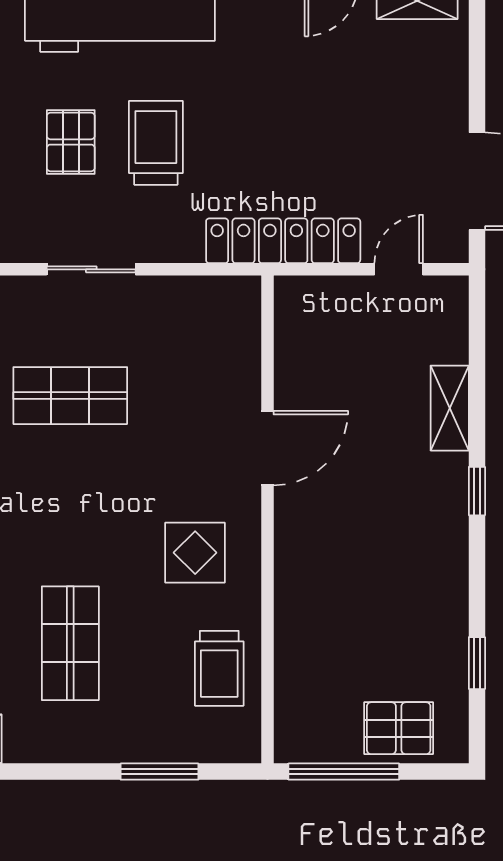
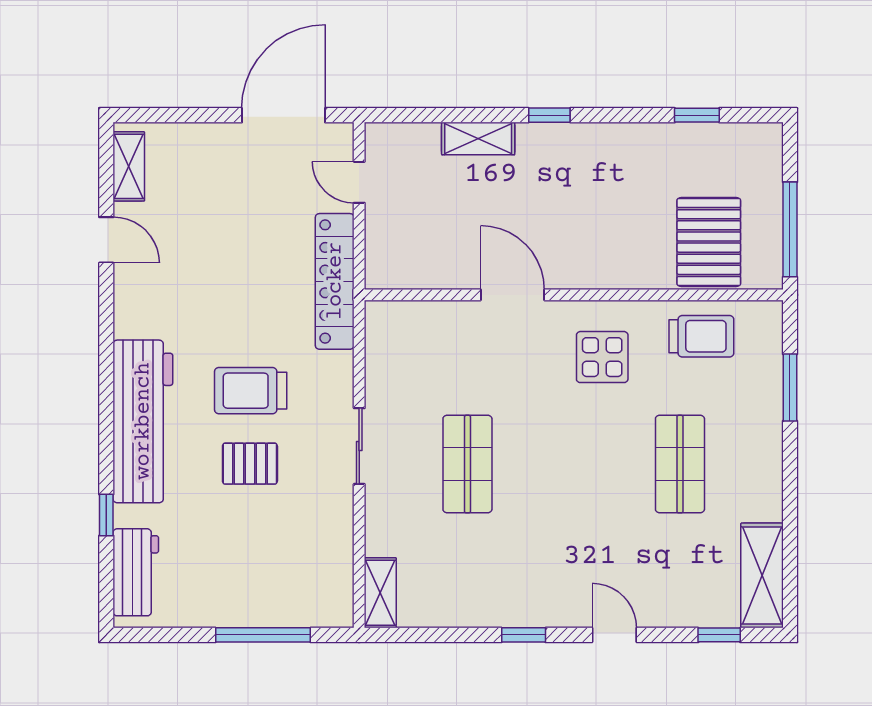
shop shelf: (70, 643) -> (680, 464), turned 90
pallet: (399, 728) -> (709, 242), moved, width x1.50, depth x1.42

